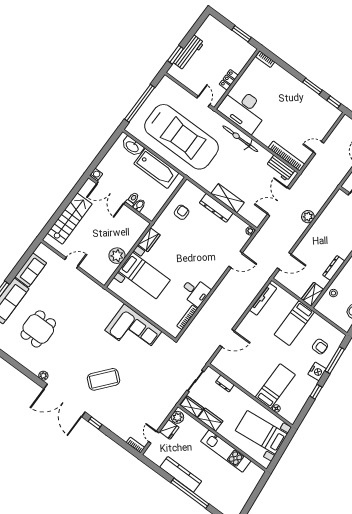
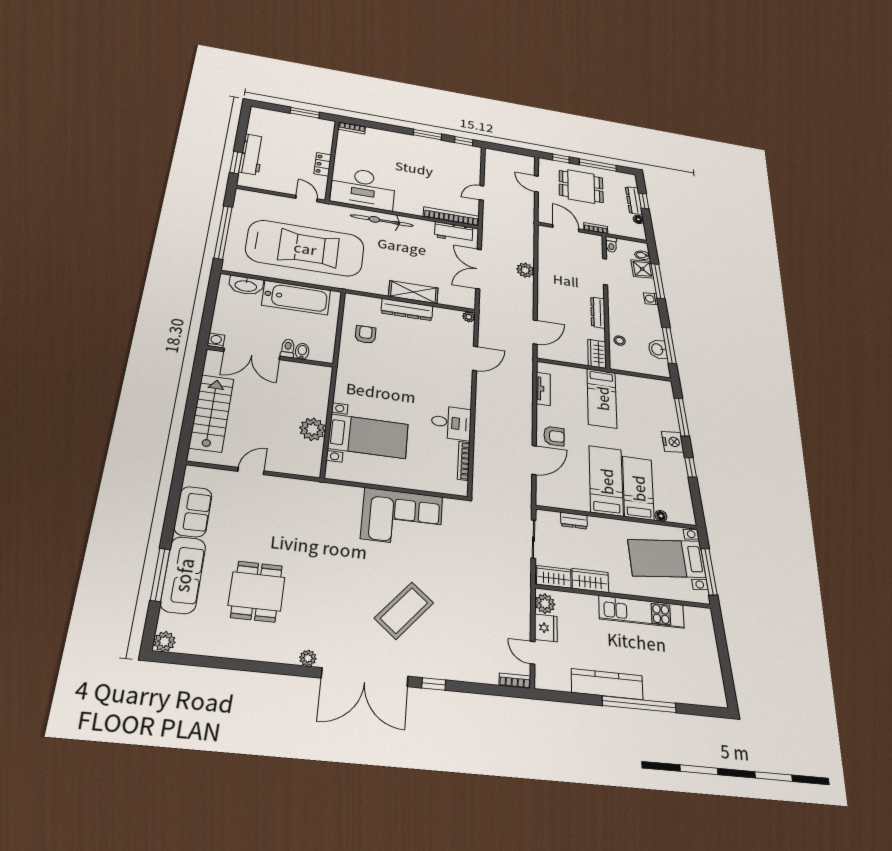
wardrobe: (149, 240) -> (344, 388), removed
tv unit: (263, 299) -> (543, 389), width x0.71
armchair: (320, 347) -> (554, 436), moved
bed: (260, 372) -> (606, 481), added
window: (280, 453) -> (709, 572), added

